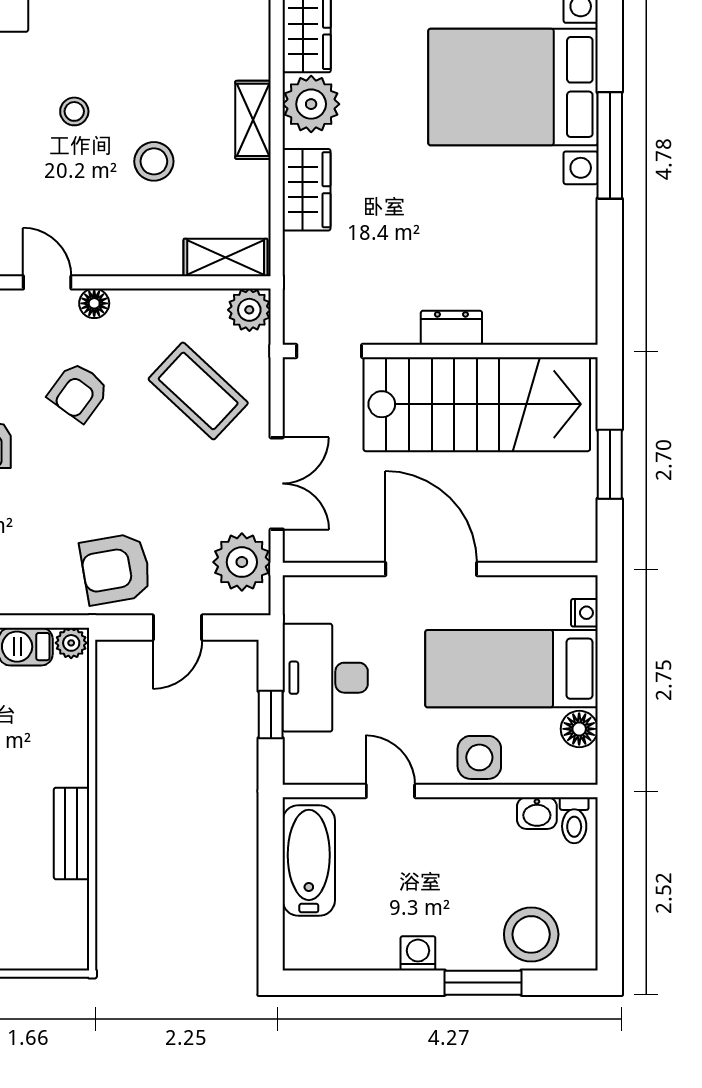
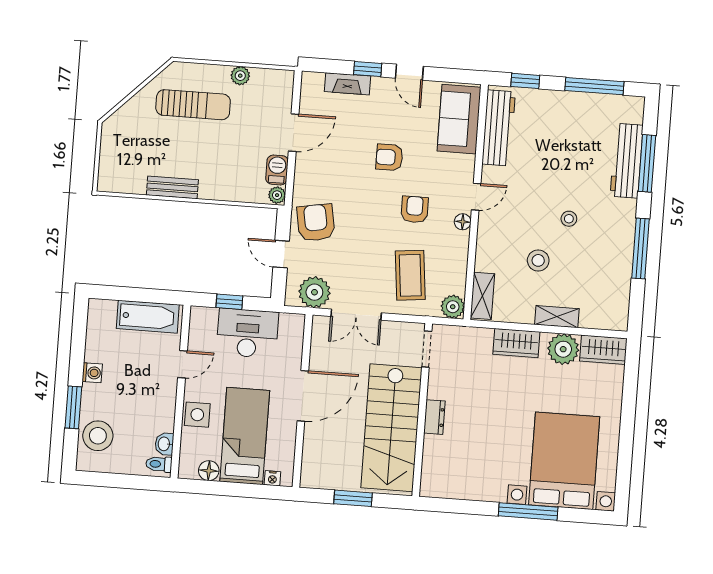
coffee table: (198, 391) -> (410, 275), turned -49
armchair: (78, 392) -> (415, 209), turned 54

